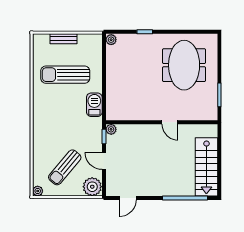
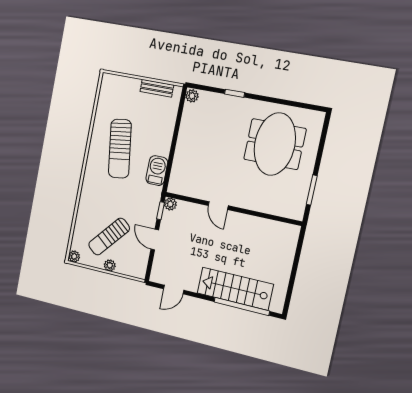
bench: (64, 39) -> (157, 88), moved
sun lounger: (65, 75) -> (120, 149), moved, turned -98
door: (170, 122) -> (218, 206), moved
stairs: (206, 167) -> (235, 289), moved, turned 90
plant: (92, 187) -> (110, 265), moved, width x0.53, depth x0.53

